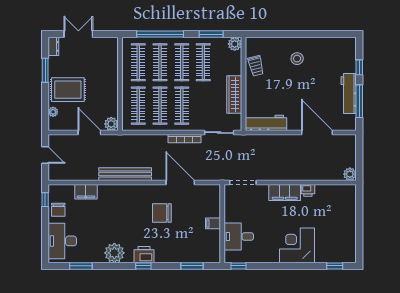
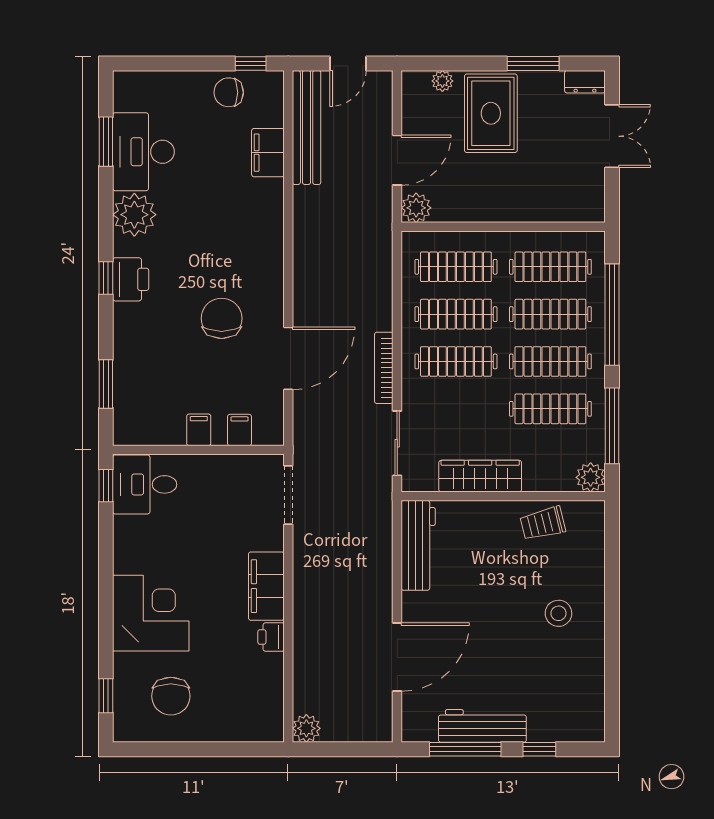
window: (211, 34) -> (612, 426), width x1.44
bench: (125, 174) -> (307, 127), moved
filing cabinet: (213, 205) -> (240, 430), added
chair: (335, 236) -> (171, 696), added
desk: (239, 237) -> (145, 484), moved, turned -90
desk: (62, 241) -> (143, 152), moved, turned -90

